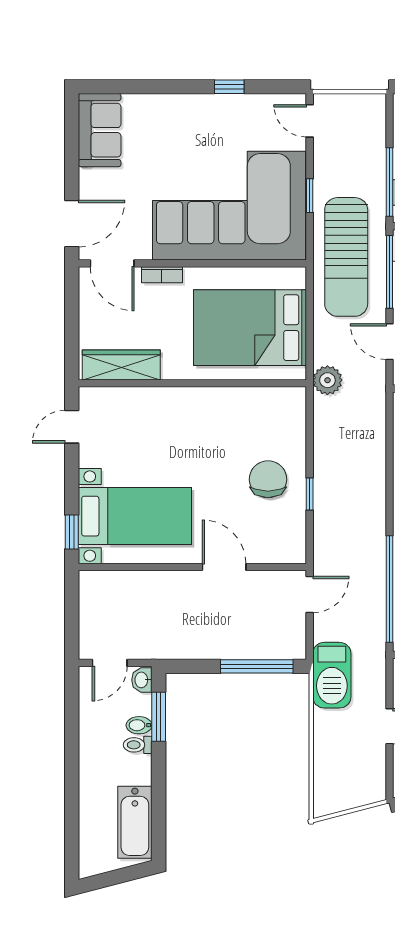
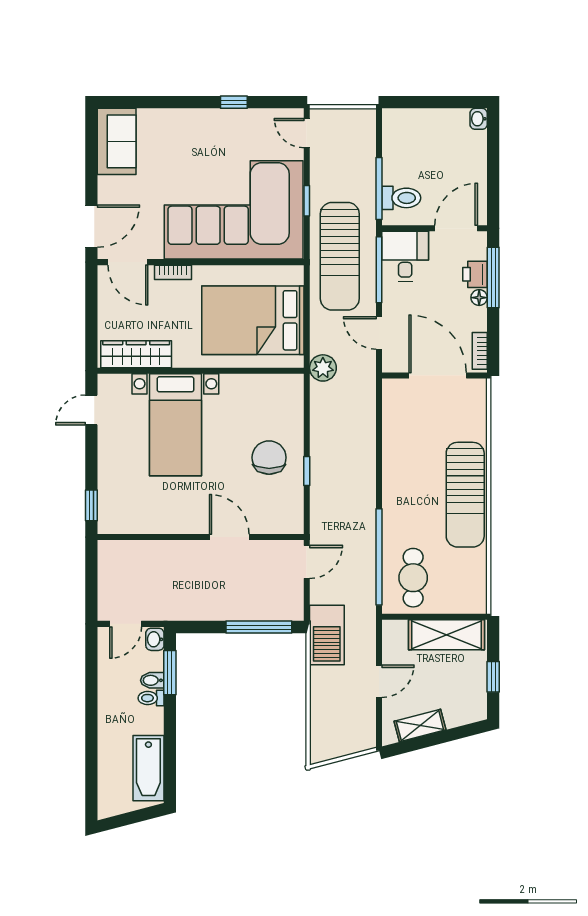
bed with nightstands: (135, 516) -> (175, 425), moved, turned 90

